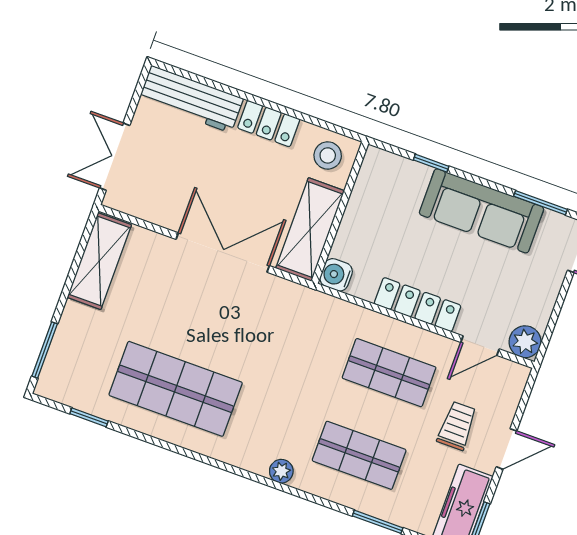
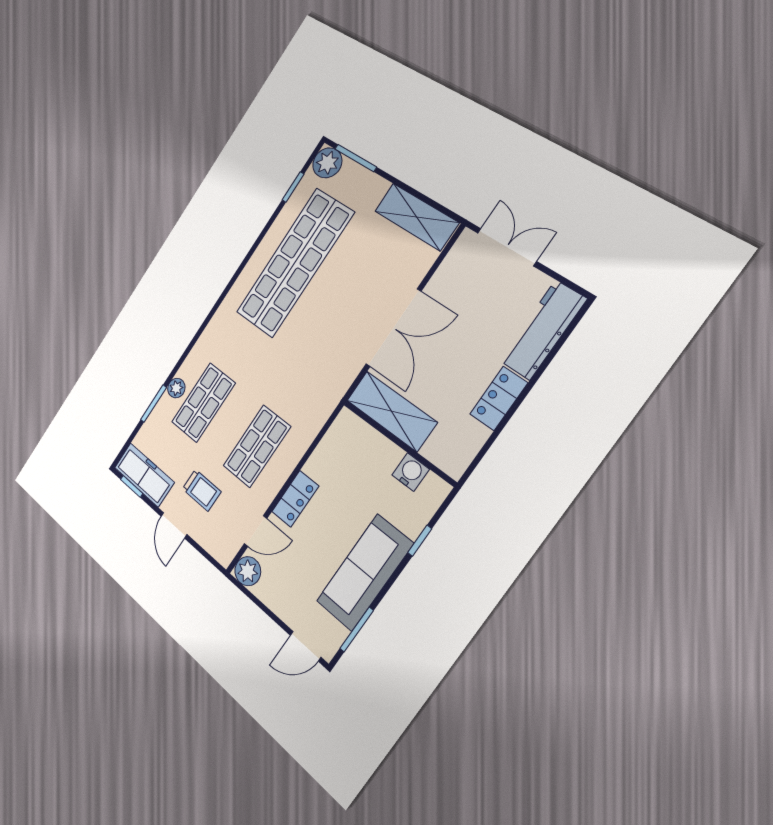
stool: (328, 155) -> (453, 446), removed
water cooler: (336, 275) -> (411, 472), moved
locker: (418, 305) -> (295, 499), width x0.66
door: (480, 346) -> (256, 531), swing flipped
plant: (55, 383) -> (327, 163), added
shop shelf: (176, 389) -> (295, 263), width x1.40
plant: (281, 471) -> (176, 388), moved

